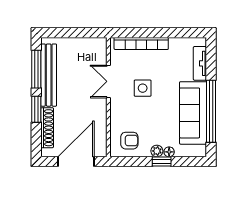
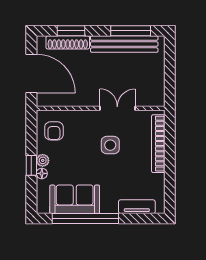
window: (36, 109) -> (71, 31), moved
sofa: (193, 113) -> (75, 199), width x0.73

